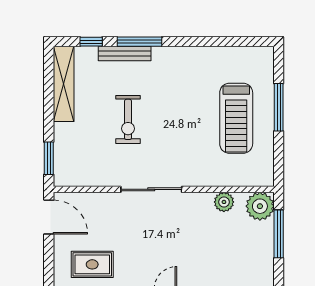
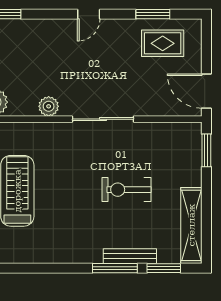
window: (91, 42) -> (164, 268), width x1.50
exercise bike: (128, 119) -> (126, 190), turned -90
plant: (224, 202) -> (49, 106), moved

